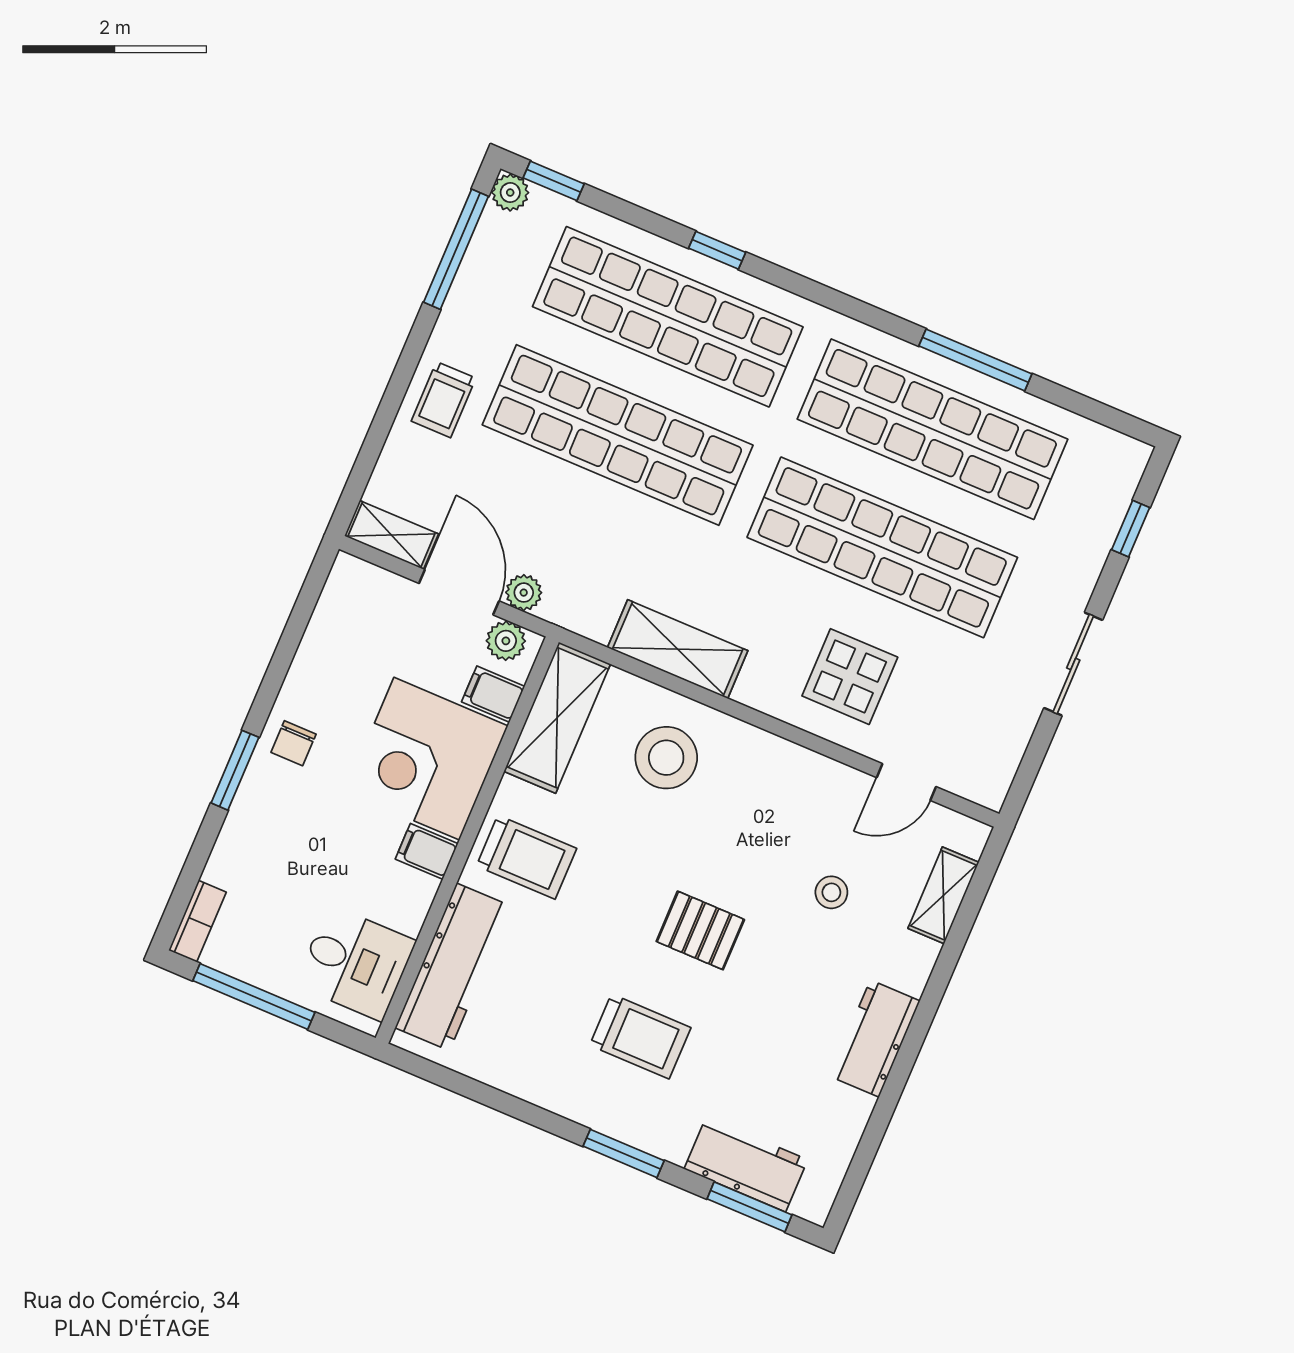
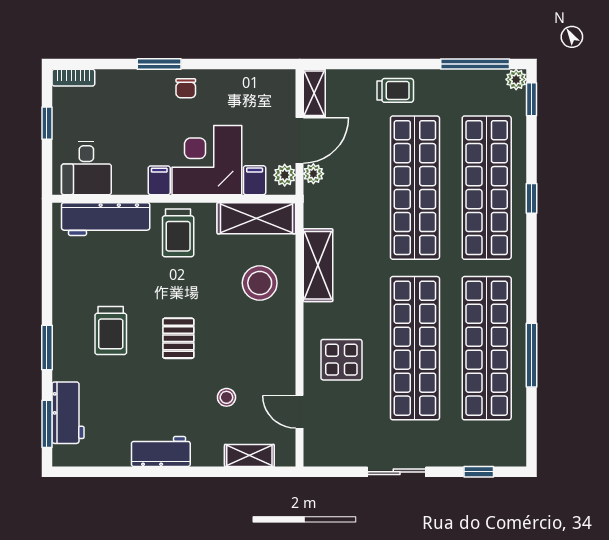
trolley: (444, 400) -> (395, 90), turned 180
chair: (293, 743) -> (186, 88), turned -90
window: (254, 996) -> (47, 123), width x0.46

